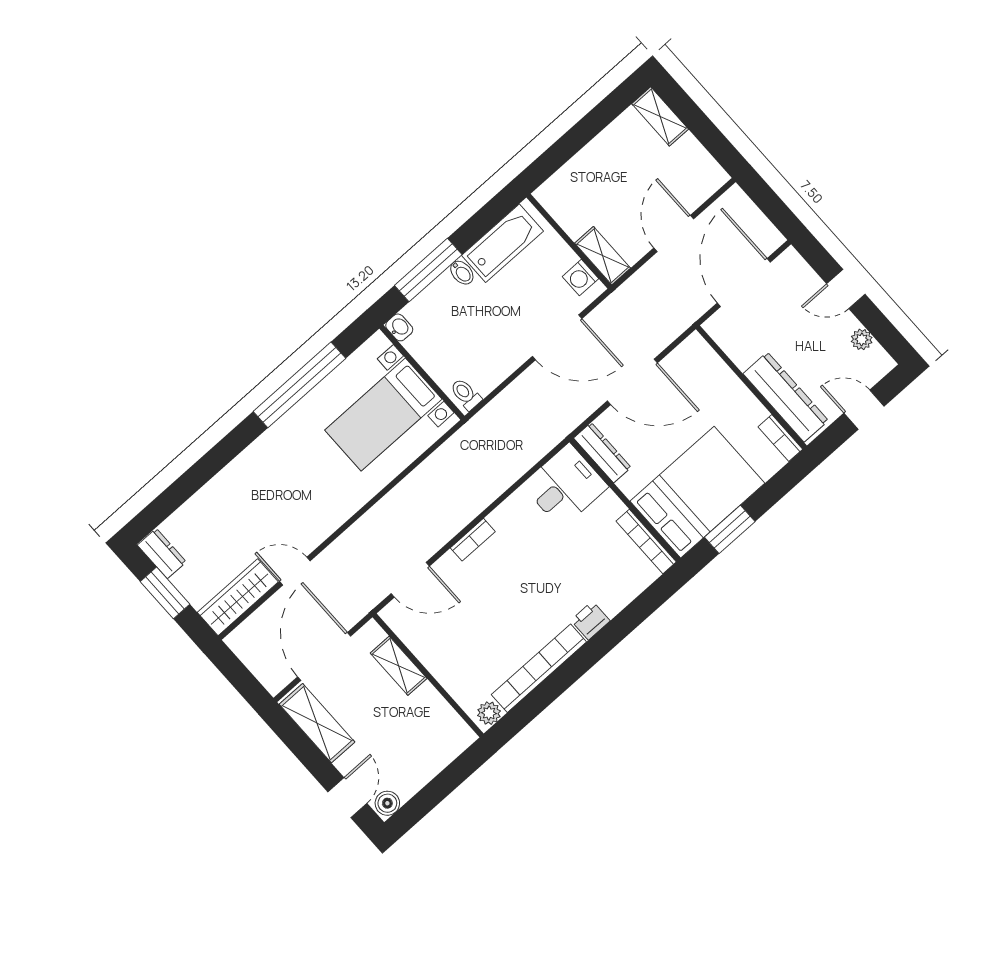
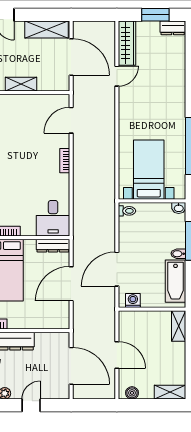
boiler: (707, 167) -> (132, 393), added
shelving: (603, 256) -> (179, 326), moved, turned 90
shelving: (399, 666) -> (21, 84), moved

